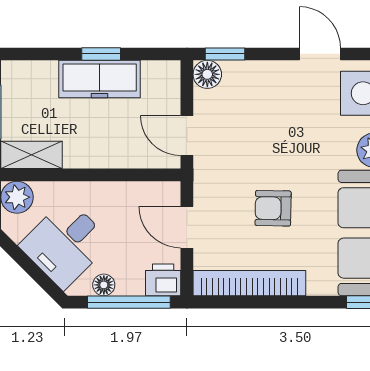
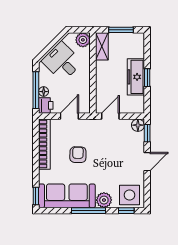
door: (320, 54) -> (147, 162), moved
floor lamp: (104, 285) -> (44, 92), moved

